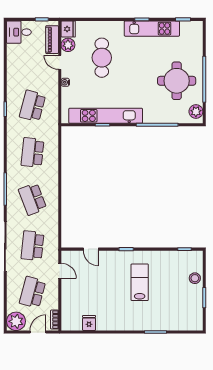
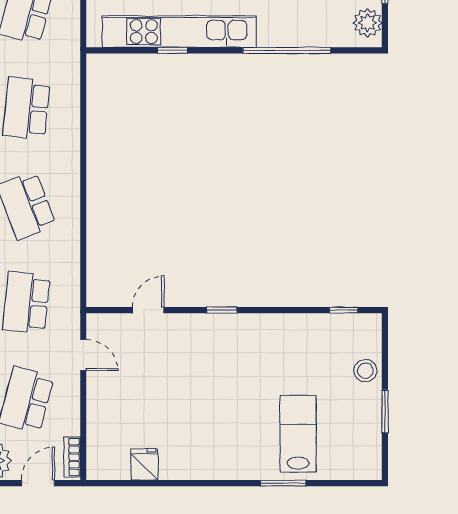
door: (91, 249) -> (148, 310), swing flipped
lab bench: (140, 282) -> (298, 434), moved

